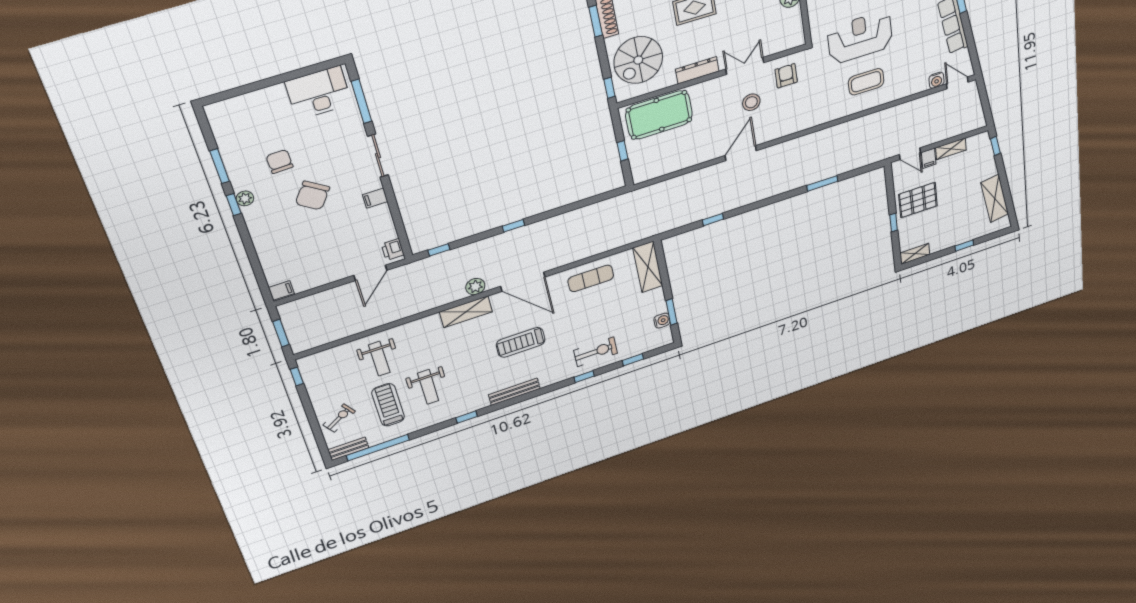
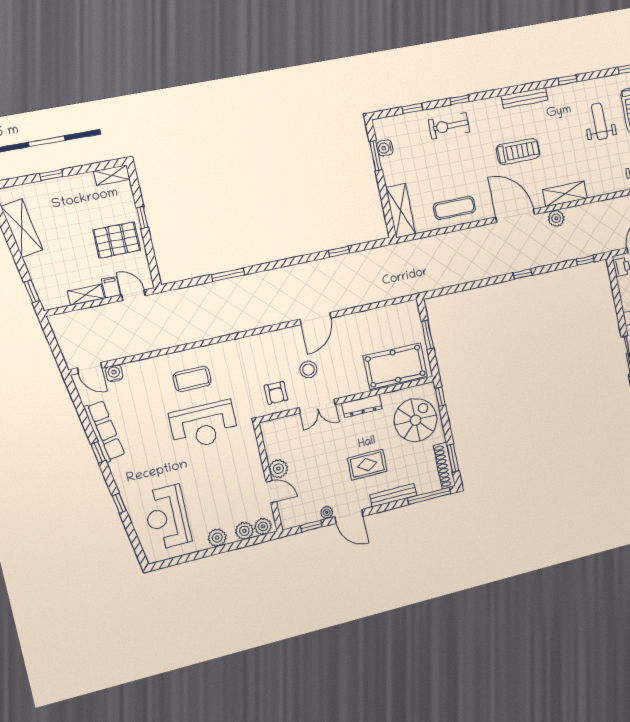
window: (623, 151) -> (428, 335), width x1.50

